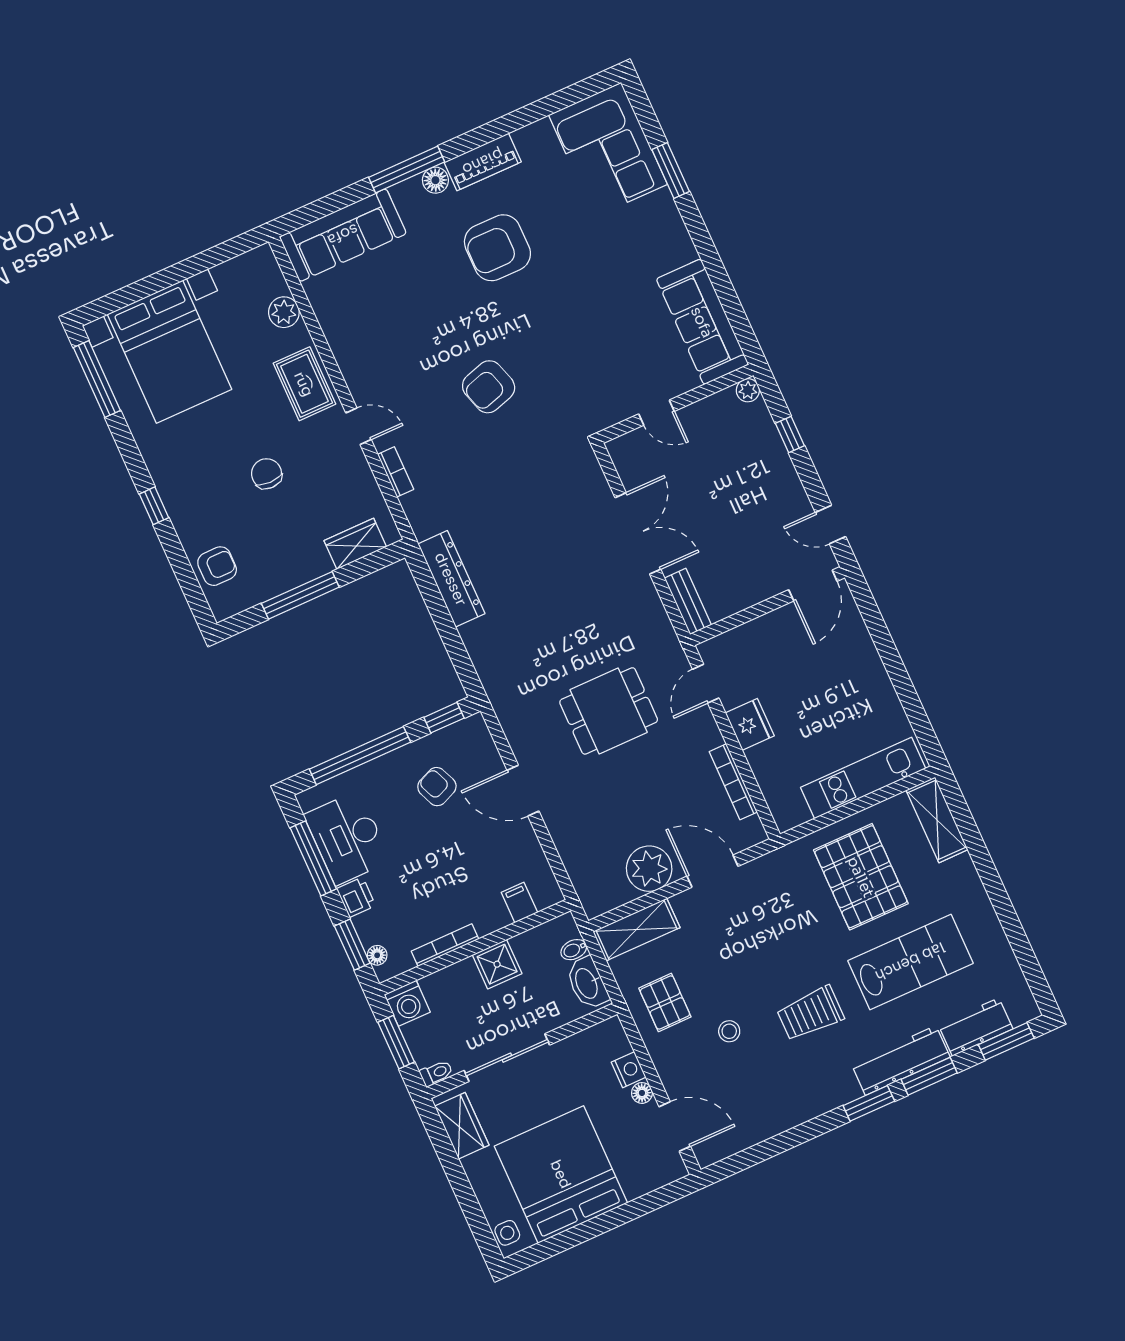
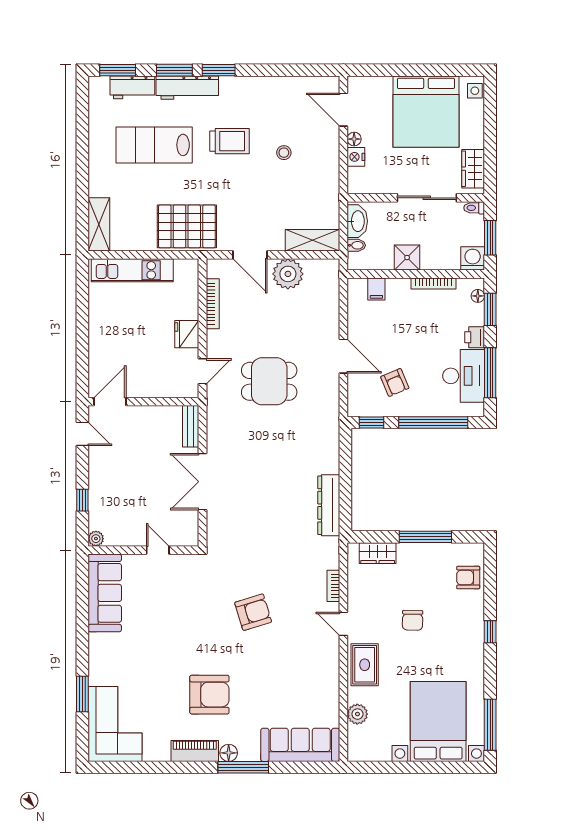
pallet: (861, 877) -> (187, 226), moved, turned 90
pallet: (665, 1003) -> (315, 188), removed

